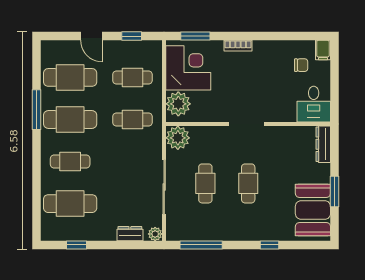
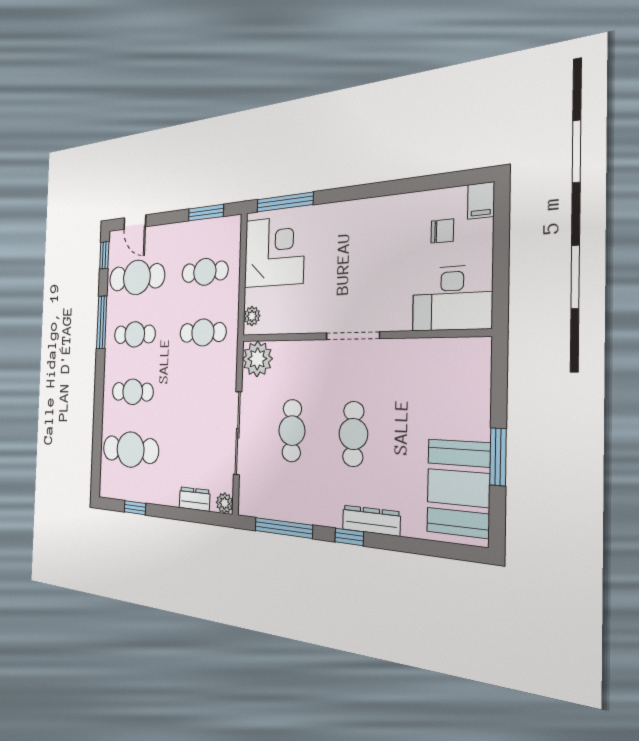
door: (91, 36) -> (135, 222), moved
window: (132, 36) -> (206, 213), width x1.50
window: (195, 36) -> (285, 202), width x1.44
bookcase: (238, 46) -> (344, 210), removed
window: (36, 58) -> (104, 255), added
plant: (178, 104) -> (252, 316), width x0.53, depth x0.53
desk: (314, 104) -> (452, 298), width x1.37
cafe table: (70, 120) -> (135, 334), width x0.73, depth x0.74
dresser: (323, 144) -> (371, 520), moved, turned 90
window: (270, 245) -> (349, 537), moved

